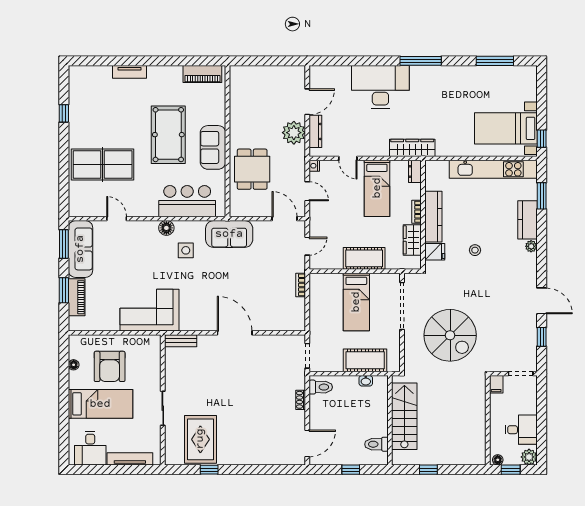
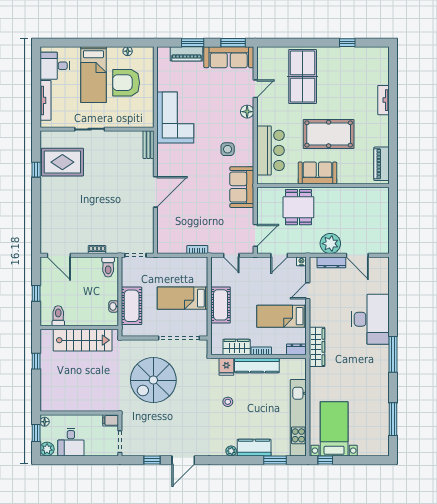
dining table: (252, 169) -> (298, 207), turned 90
floor lamp: (166, 228) -> (247, 112), moved

